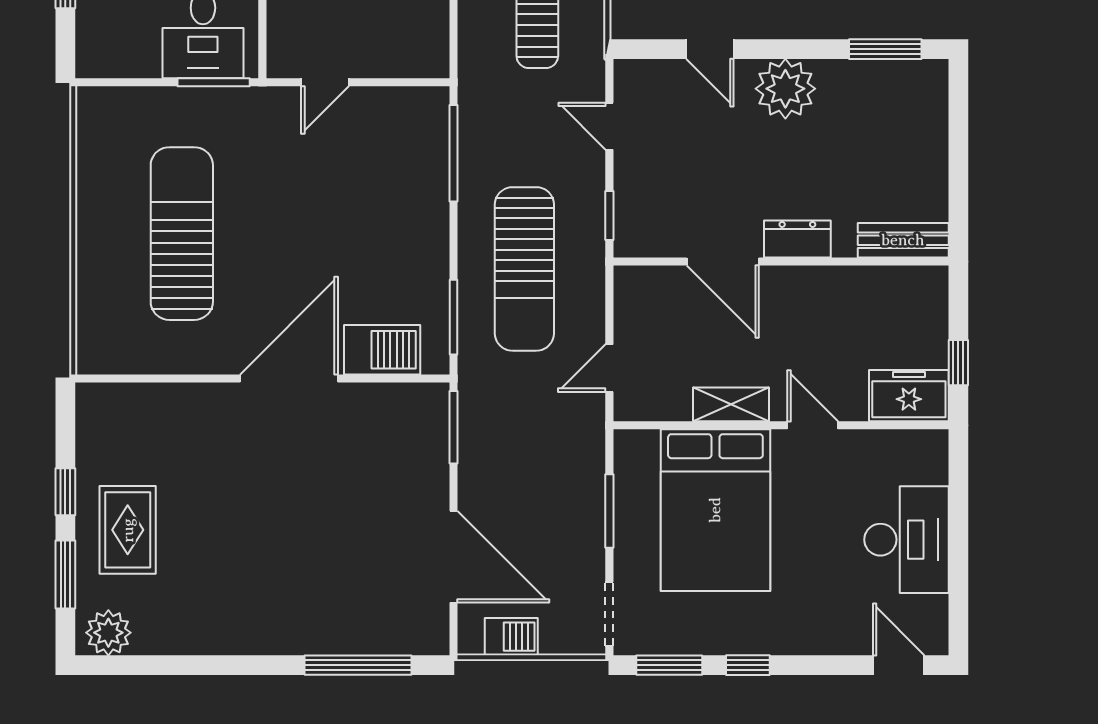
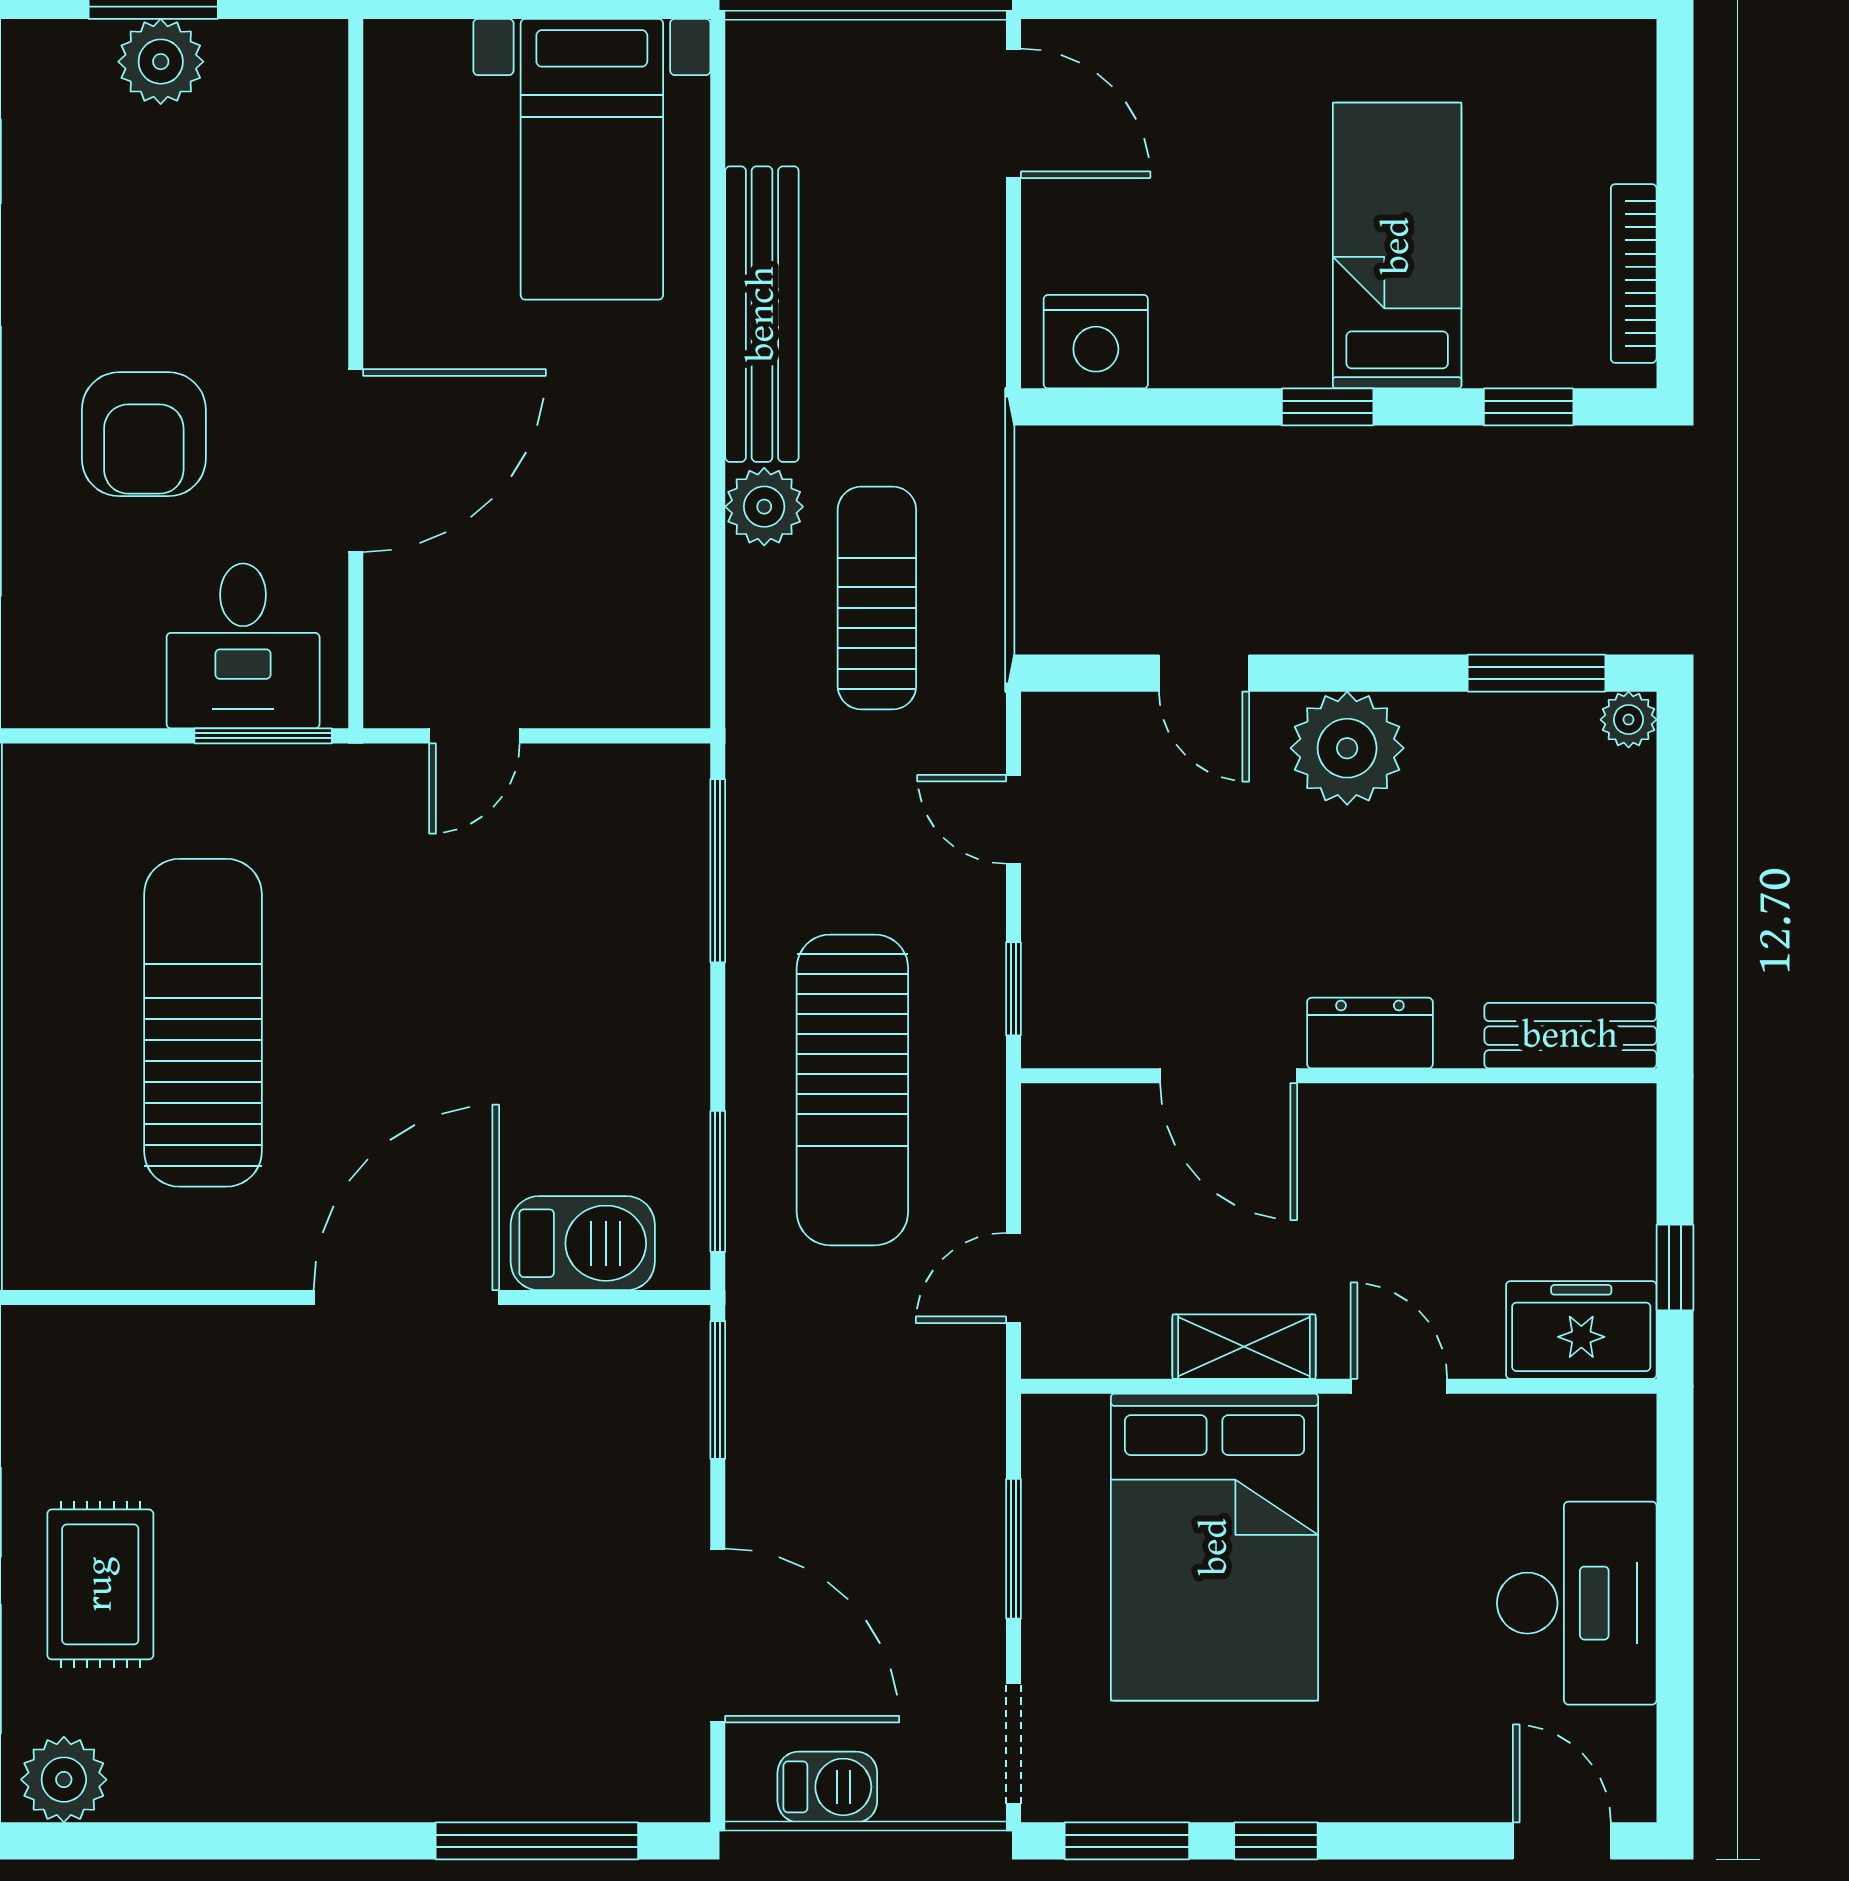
plant: (934, 74) -> (1629, 720), added

